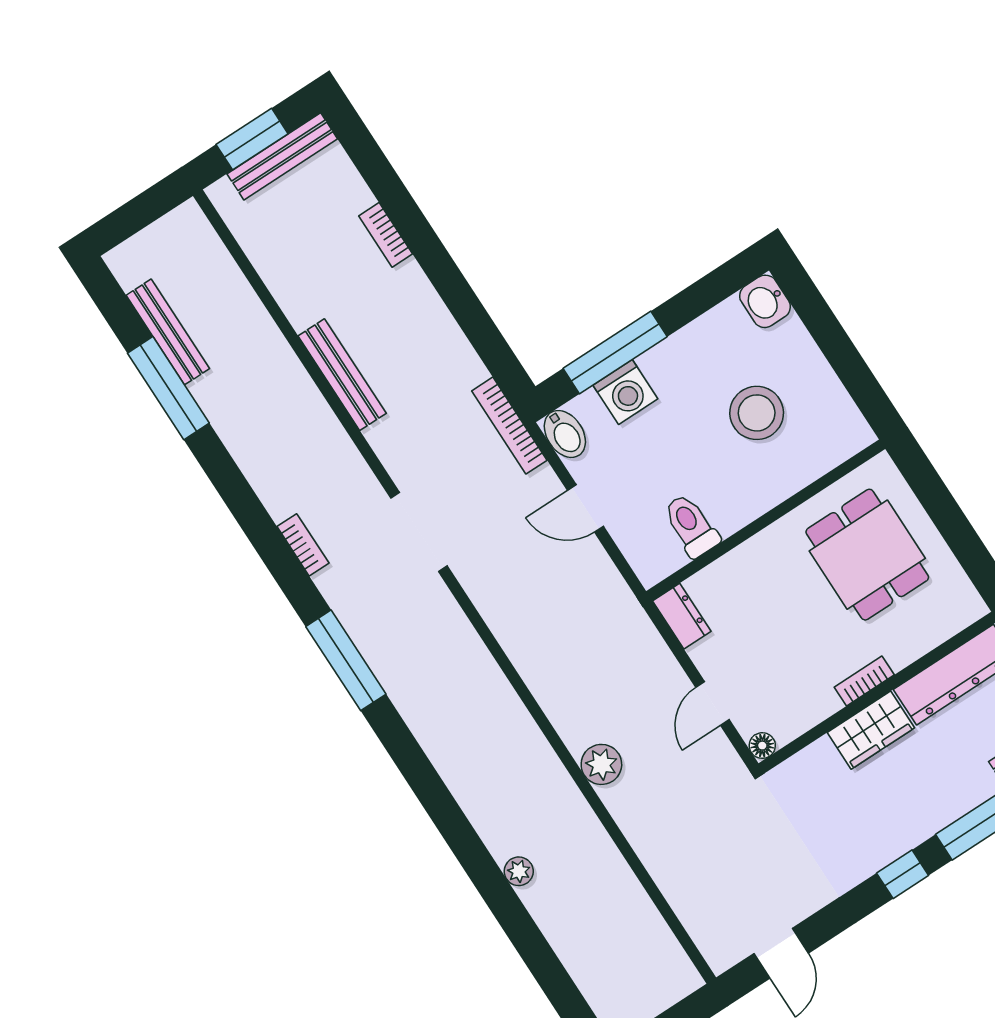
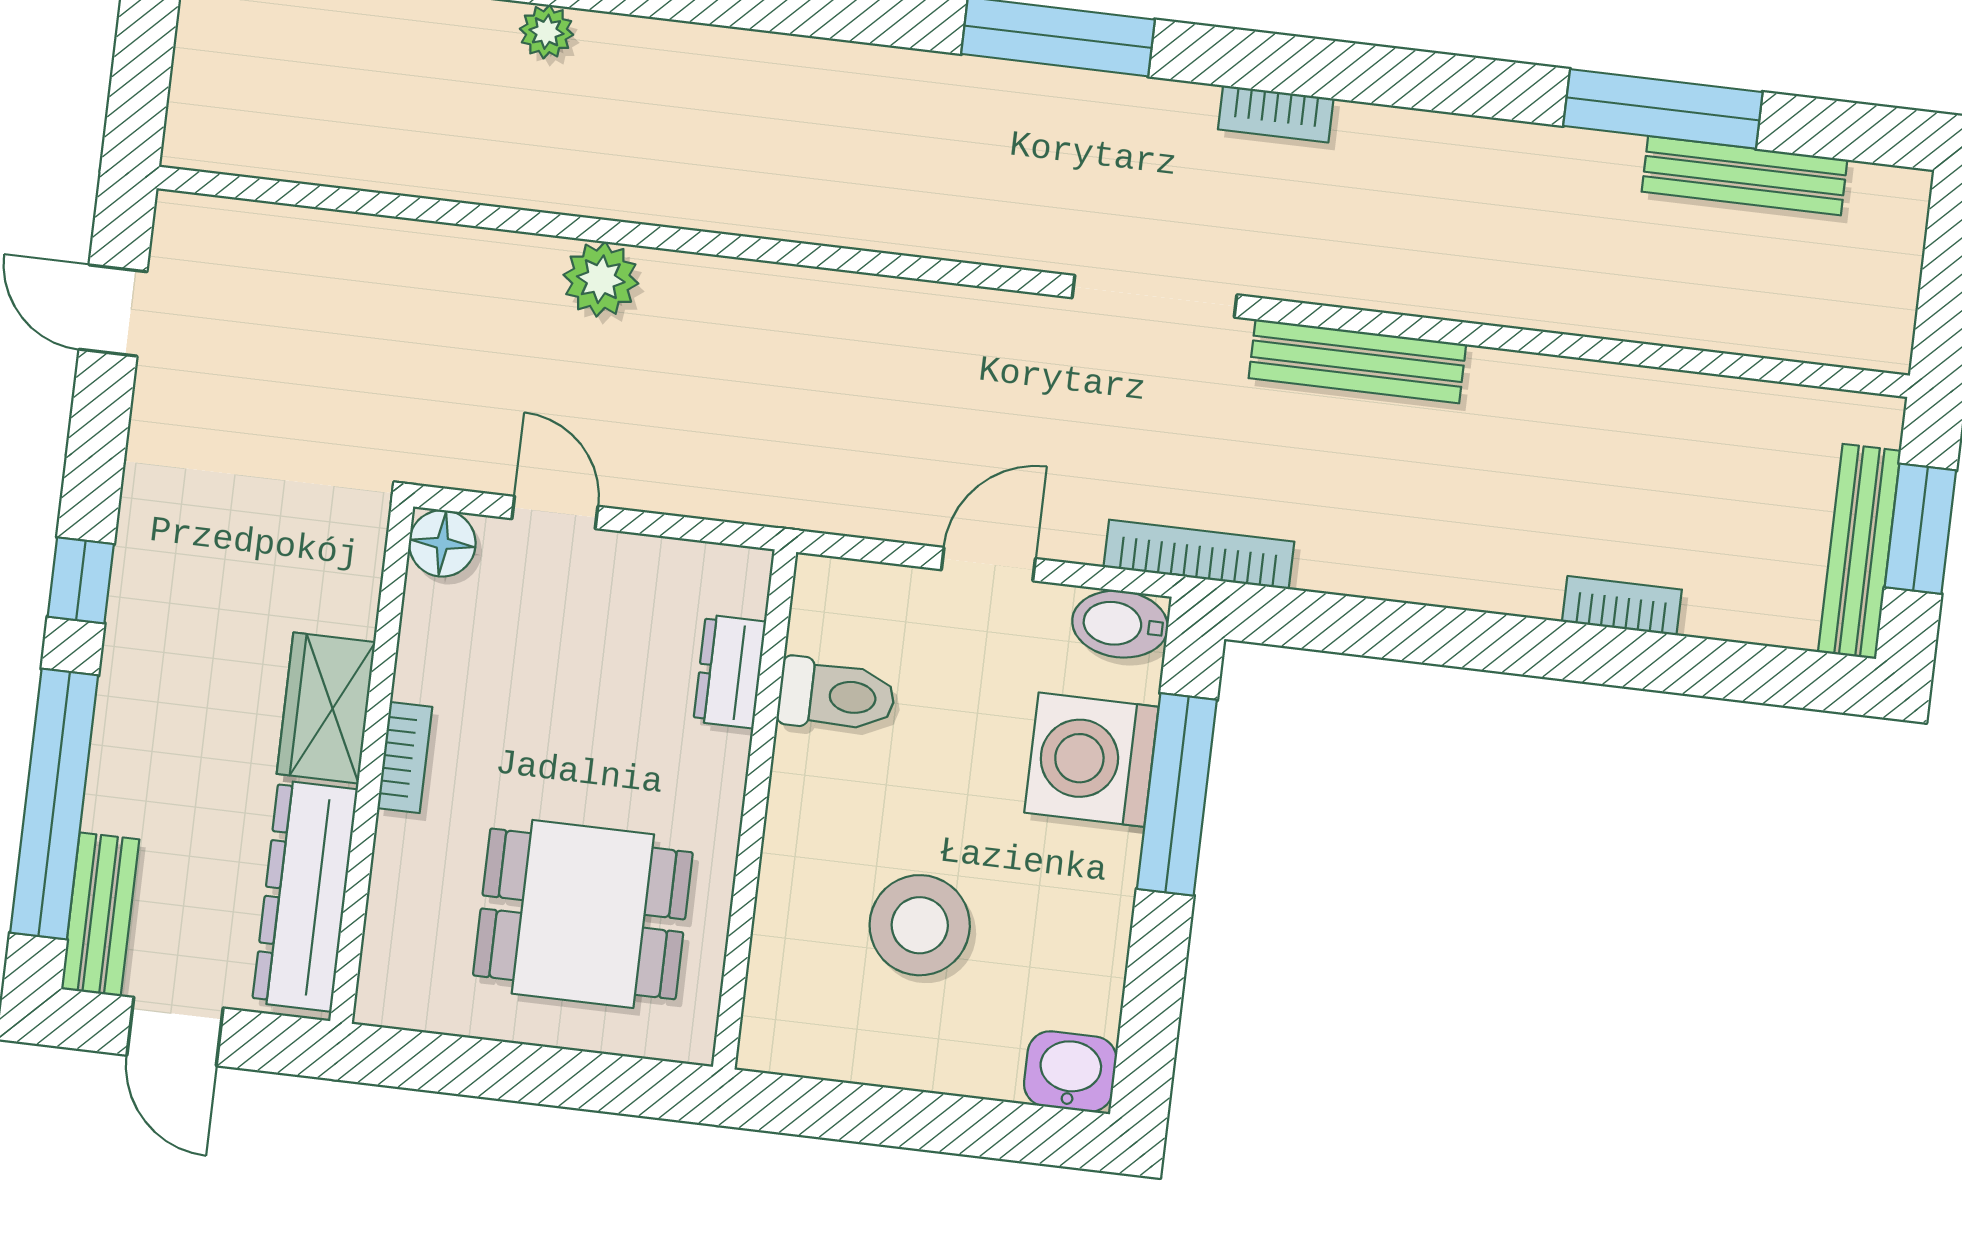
bench: (342, 375) -> (1357, 361), moved
washing machine: (625, 392) -> (1091, 760), width x1.37, depth x1.37
dresser: (682, 616) -> (730, 672), moved, turned 90
floor lamp: (762, 746) -> (442, 543), width x1.37, depth x1.37

